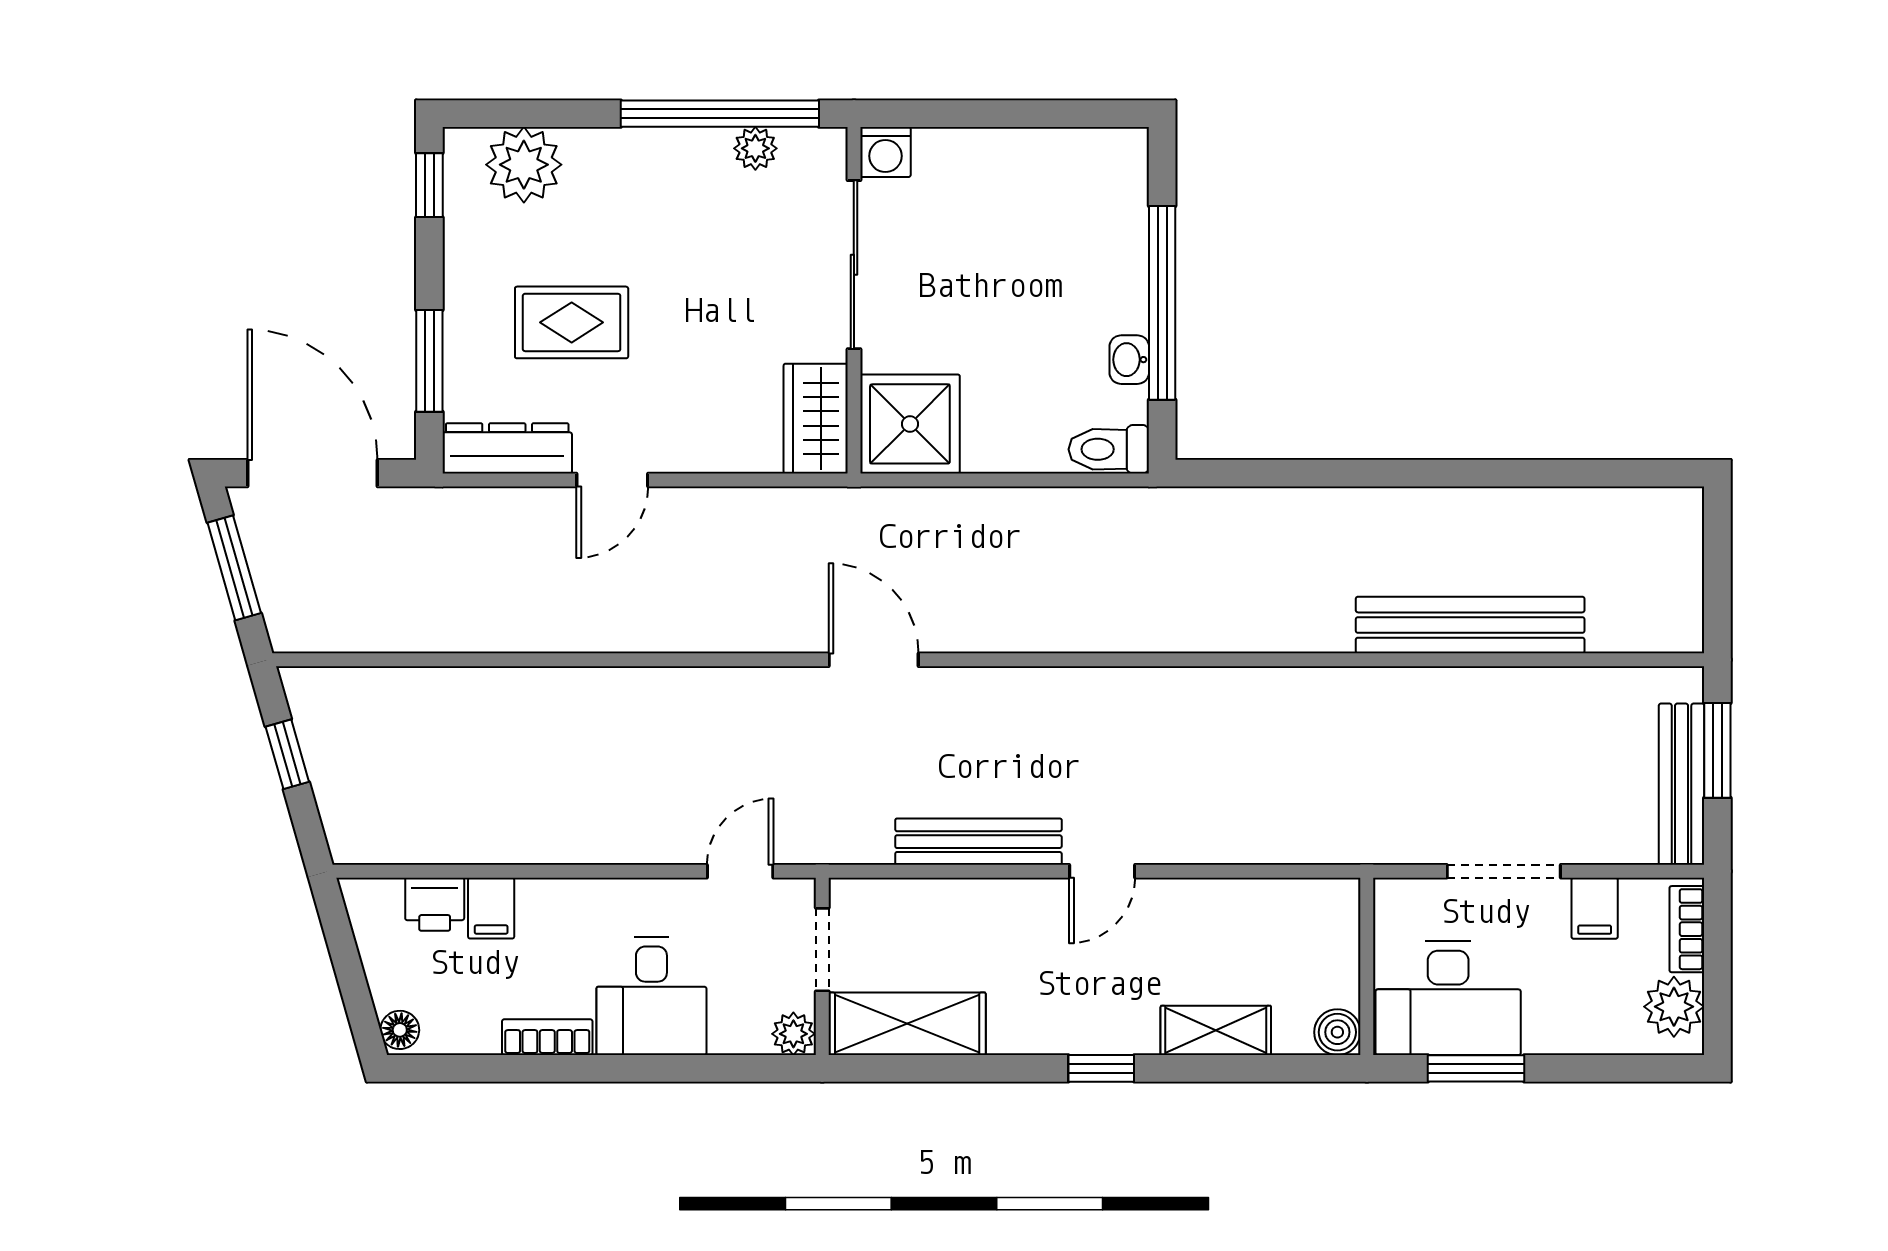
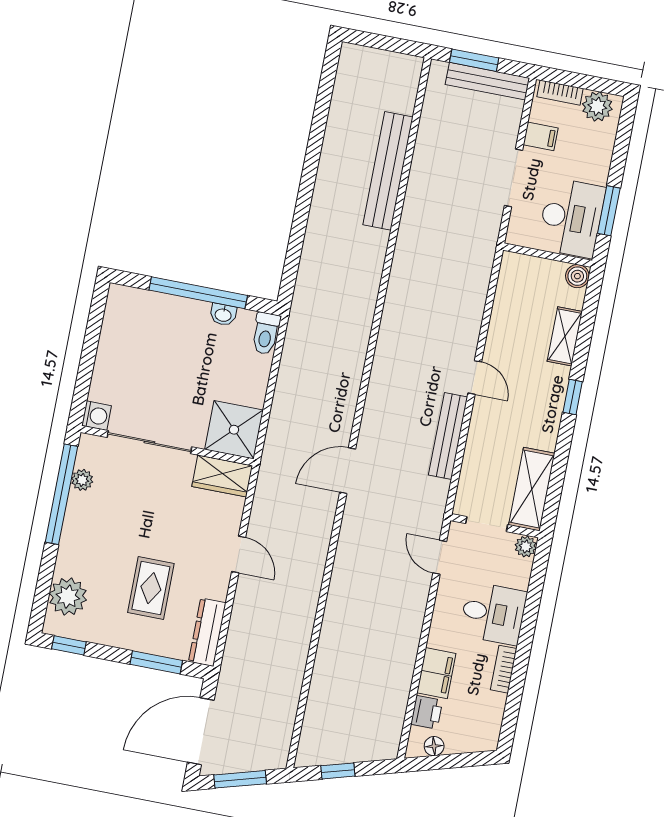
door: (612, 480) -> (239, 554), moved
filing cabinet: (491, 908) -> (436, 673), width x2.00
floor lamp: (400, 1030) -> (434, 746), moved

